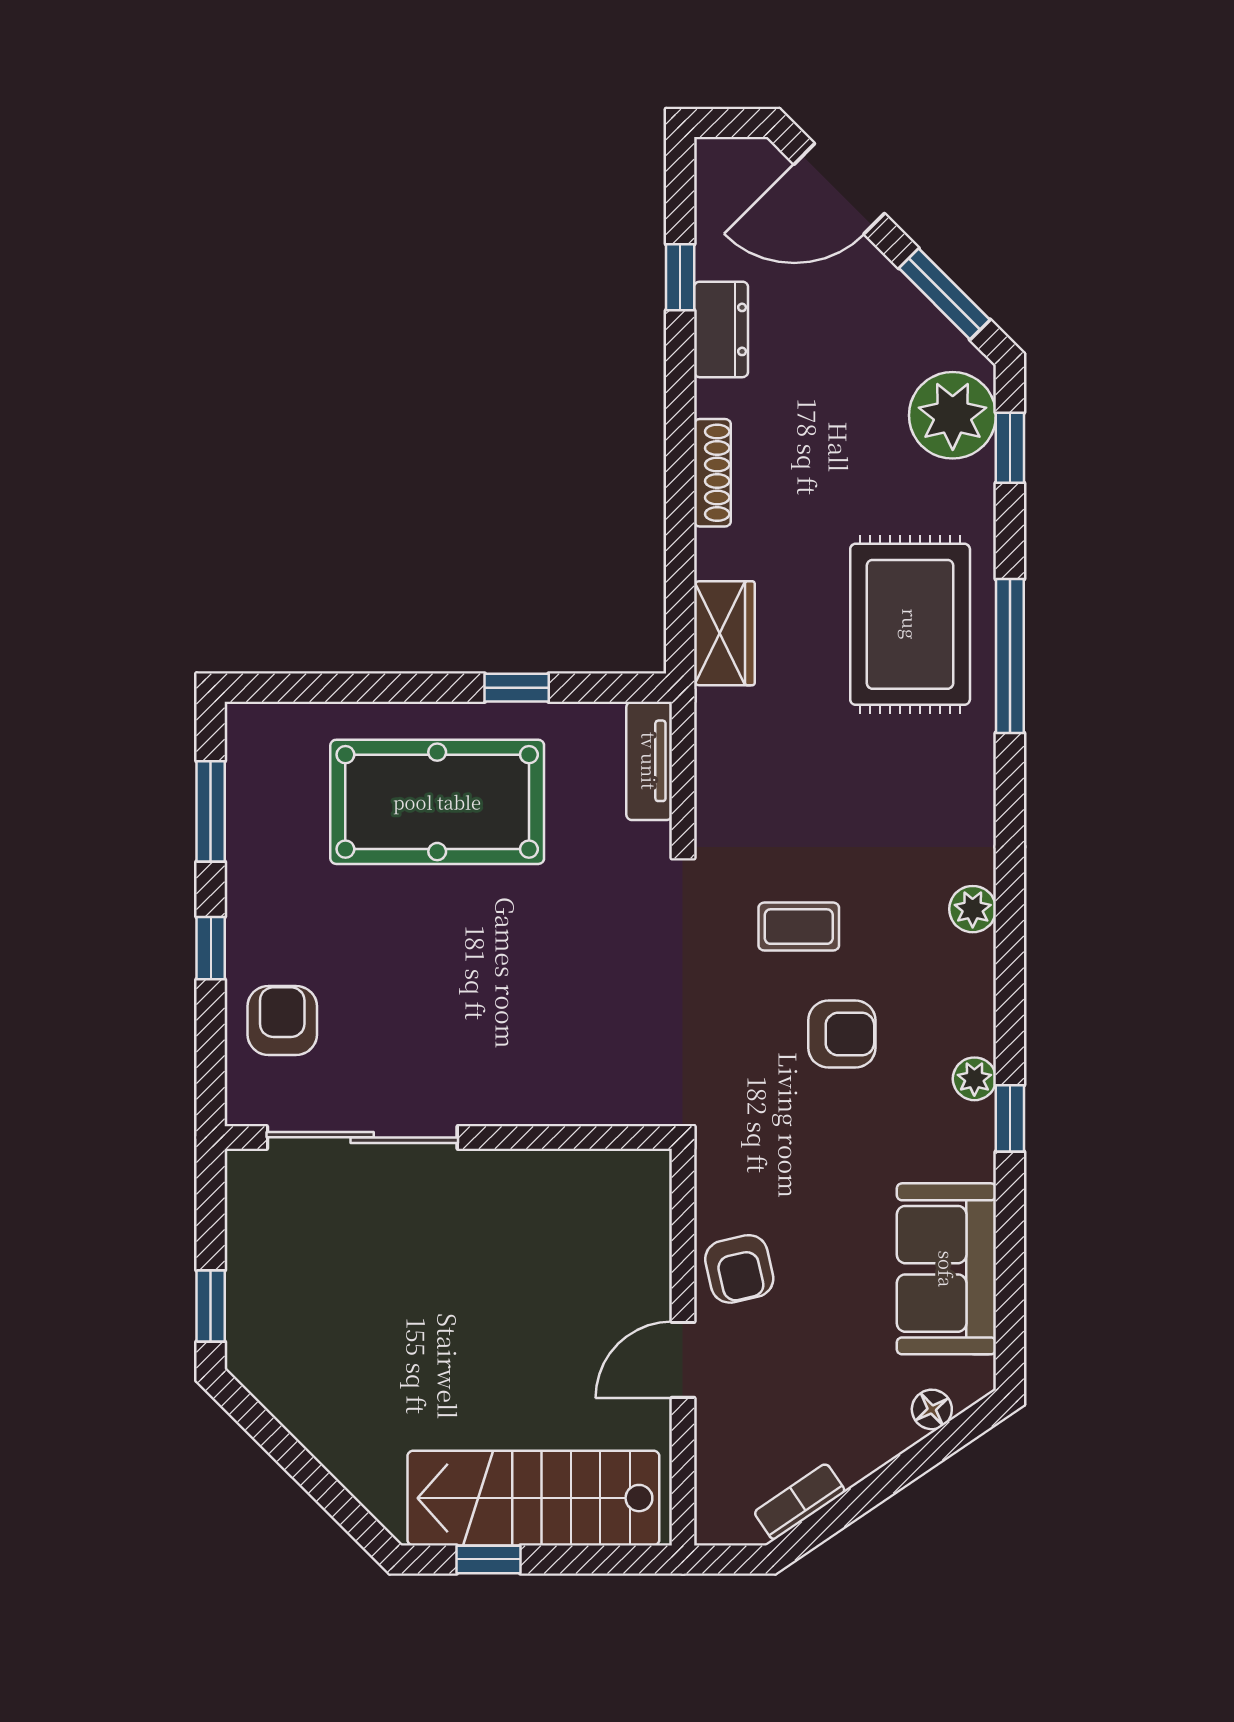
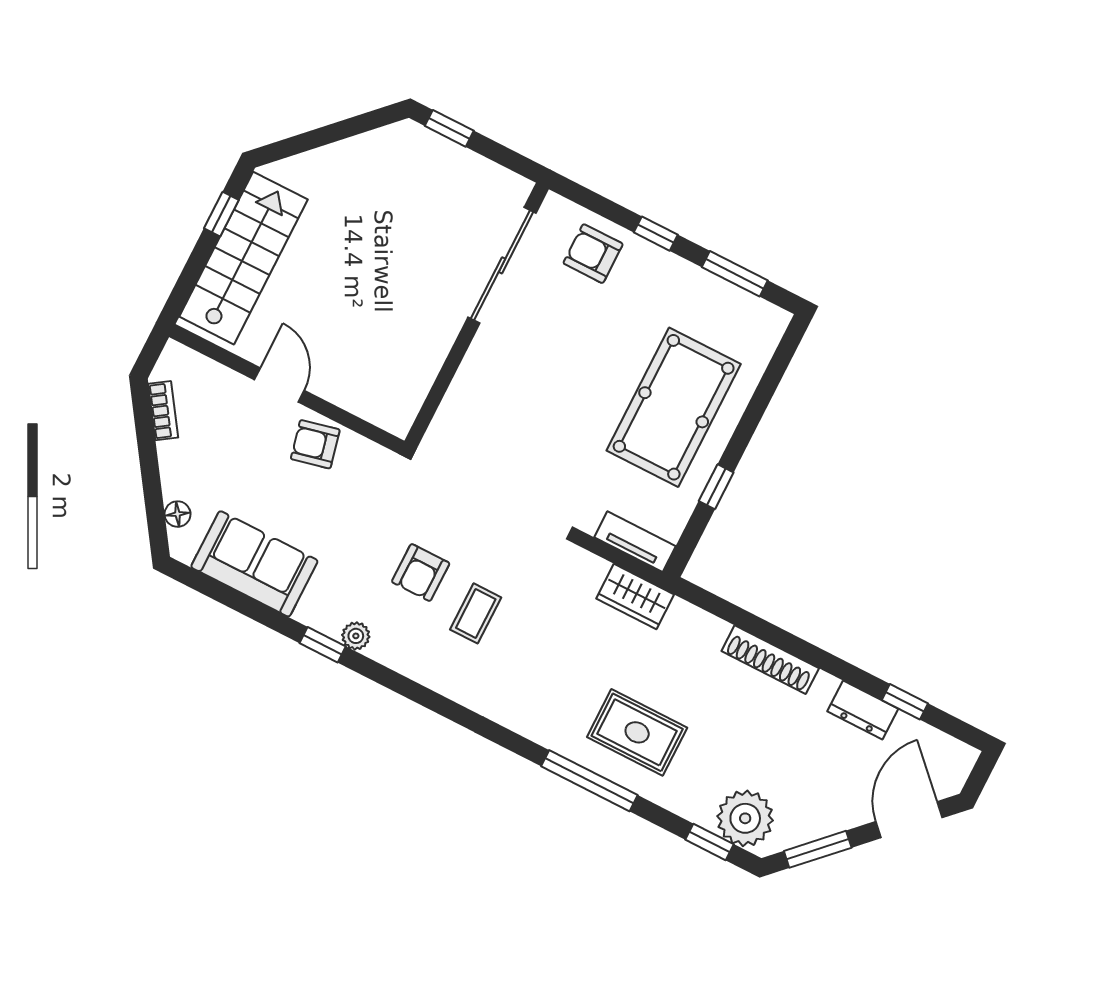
shoe rack: (712, 473) -> (770, 660), width x1.36, depth x1.24
rug: (910, 624) -> (637, 732), width x0.73, depth x0.70
wardrobe: (724, 633) -> (635, 596), moved
plant: (973, 909) -> (454, 685), removed
coffee table: (799, 927) -> (476, 613), moved
armchair: (282, 1020) -> (593, 254), turned 180

